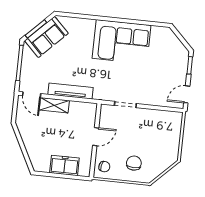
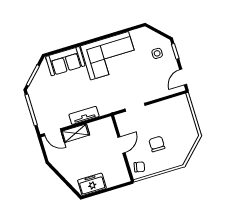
sofa: (46, 37) -> (65, 61), moved, turned 45
side table: (171, 60) -> (157, 53), added
tv unit: (70, 91) -> (84, 115), width x0.71
chair: (134, 163) -> (157, 144), moved
freezer: (64, 165) -> (92, 184), moved

